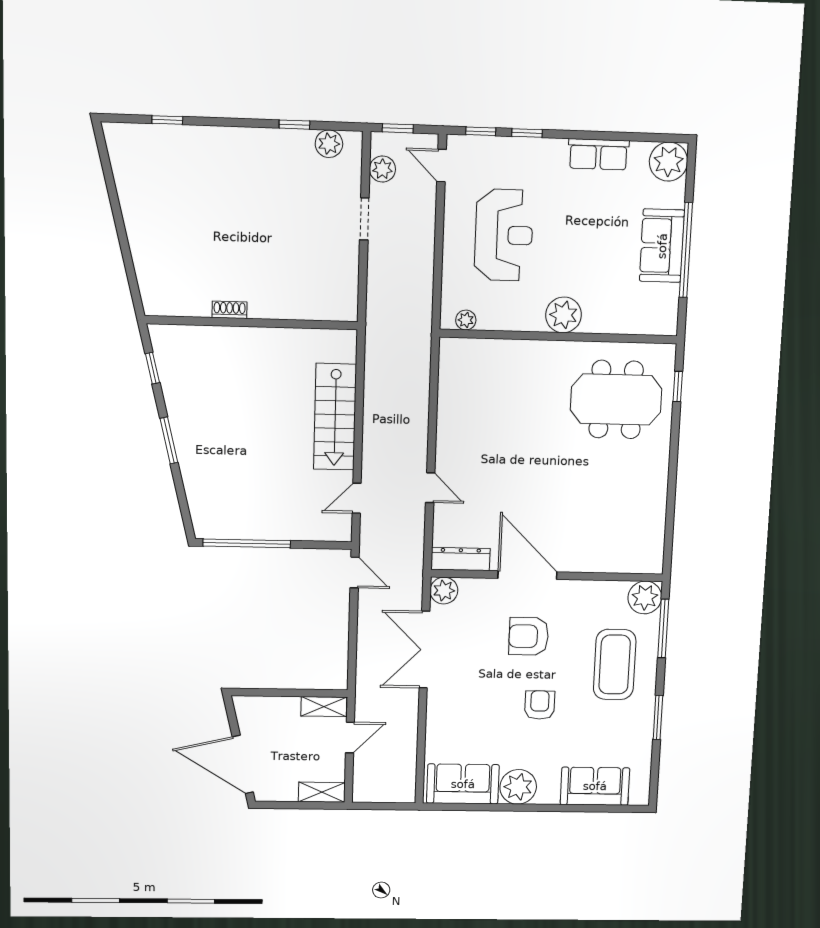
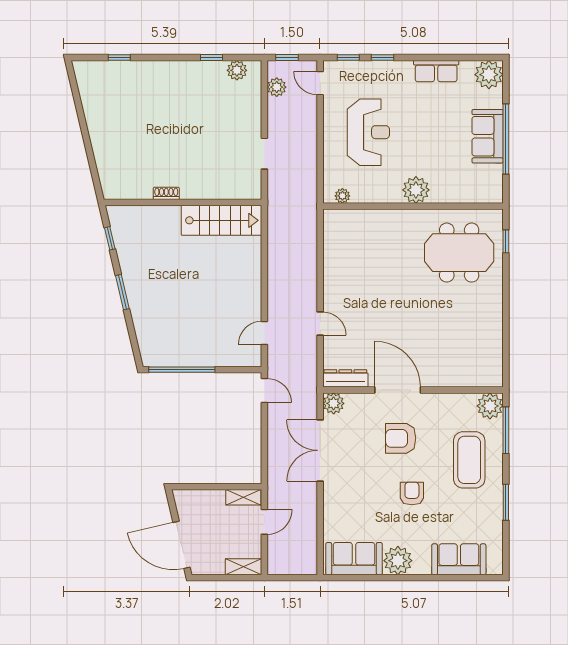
doorway: (364, 219) -> (264, 154), moved
stairs: (335, 417) -> (221, 220), moved, turned -90

